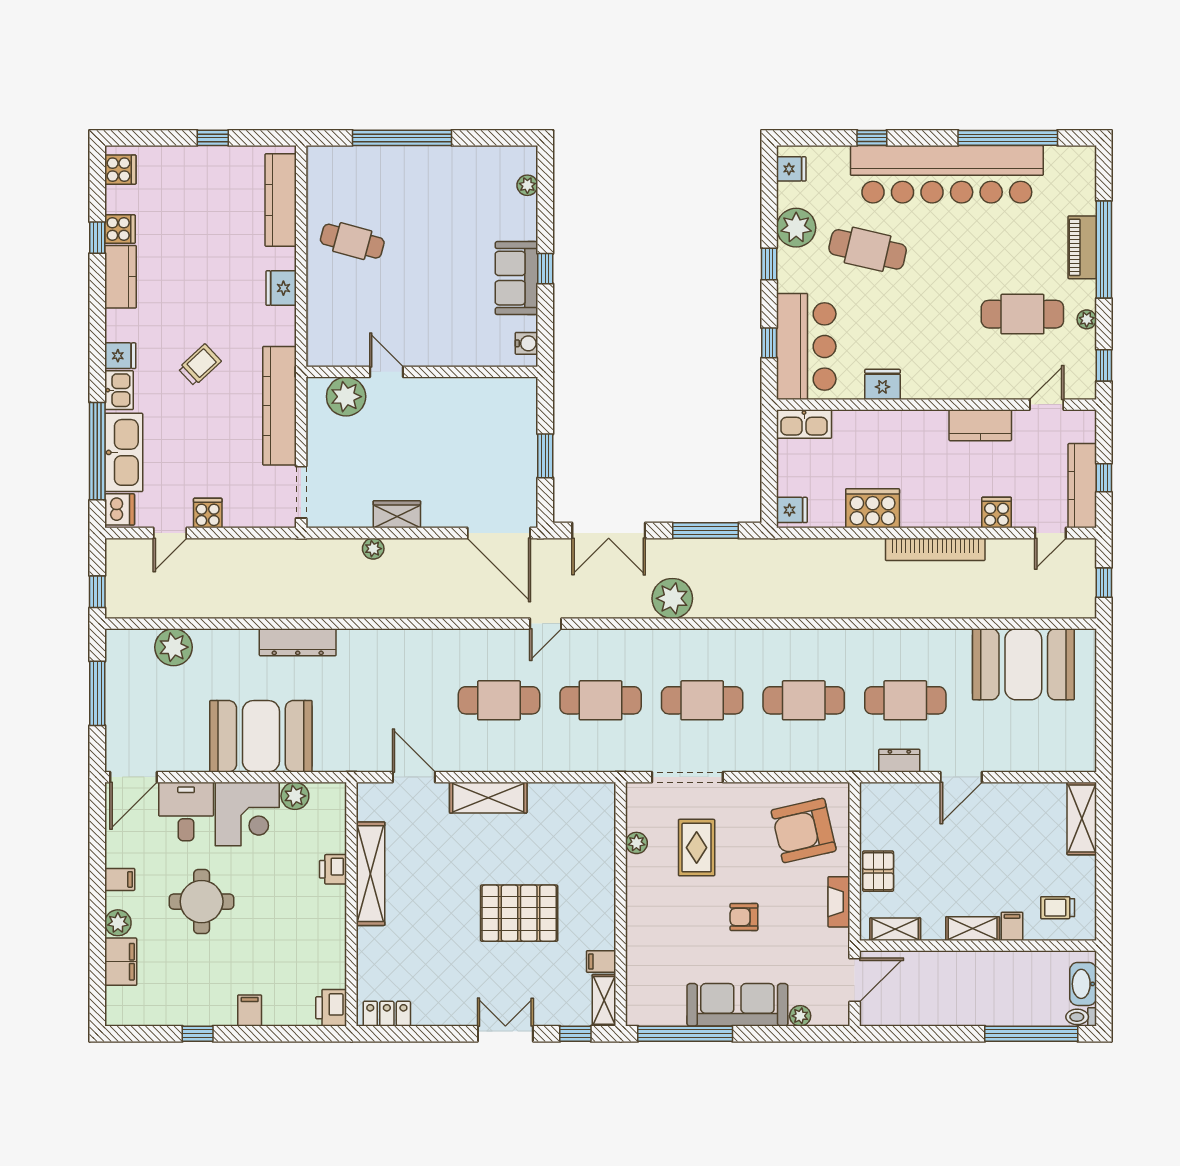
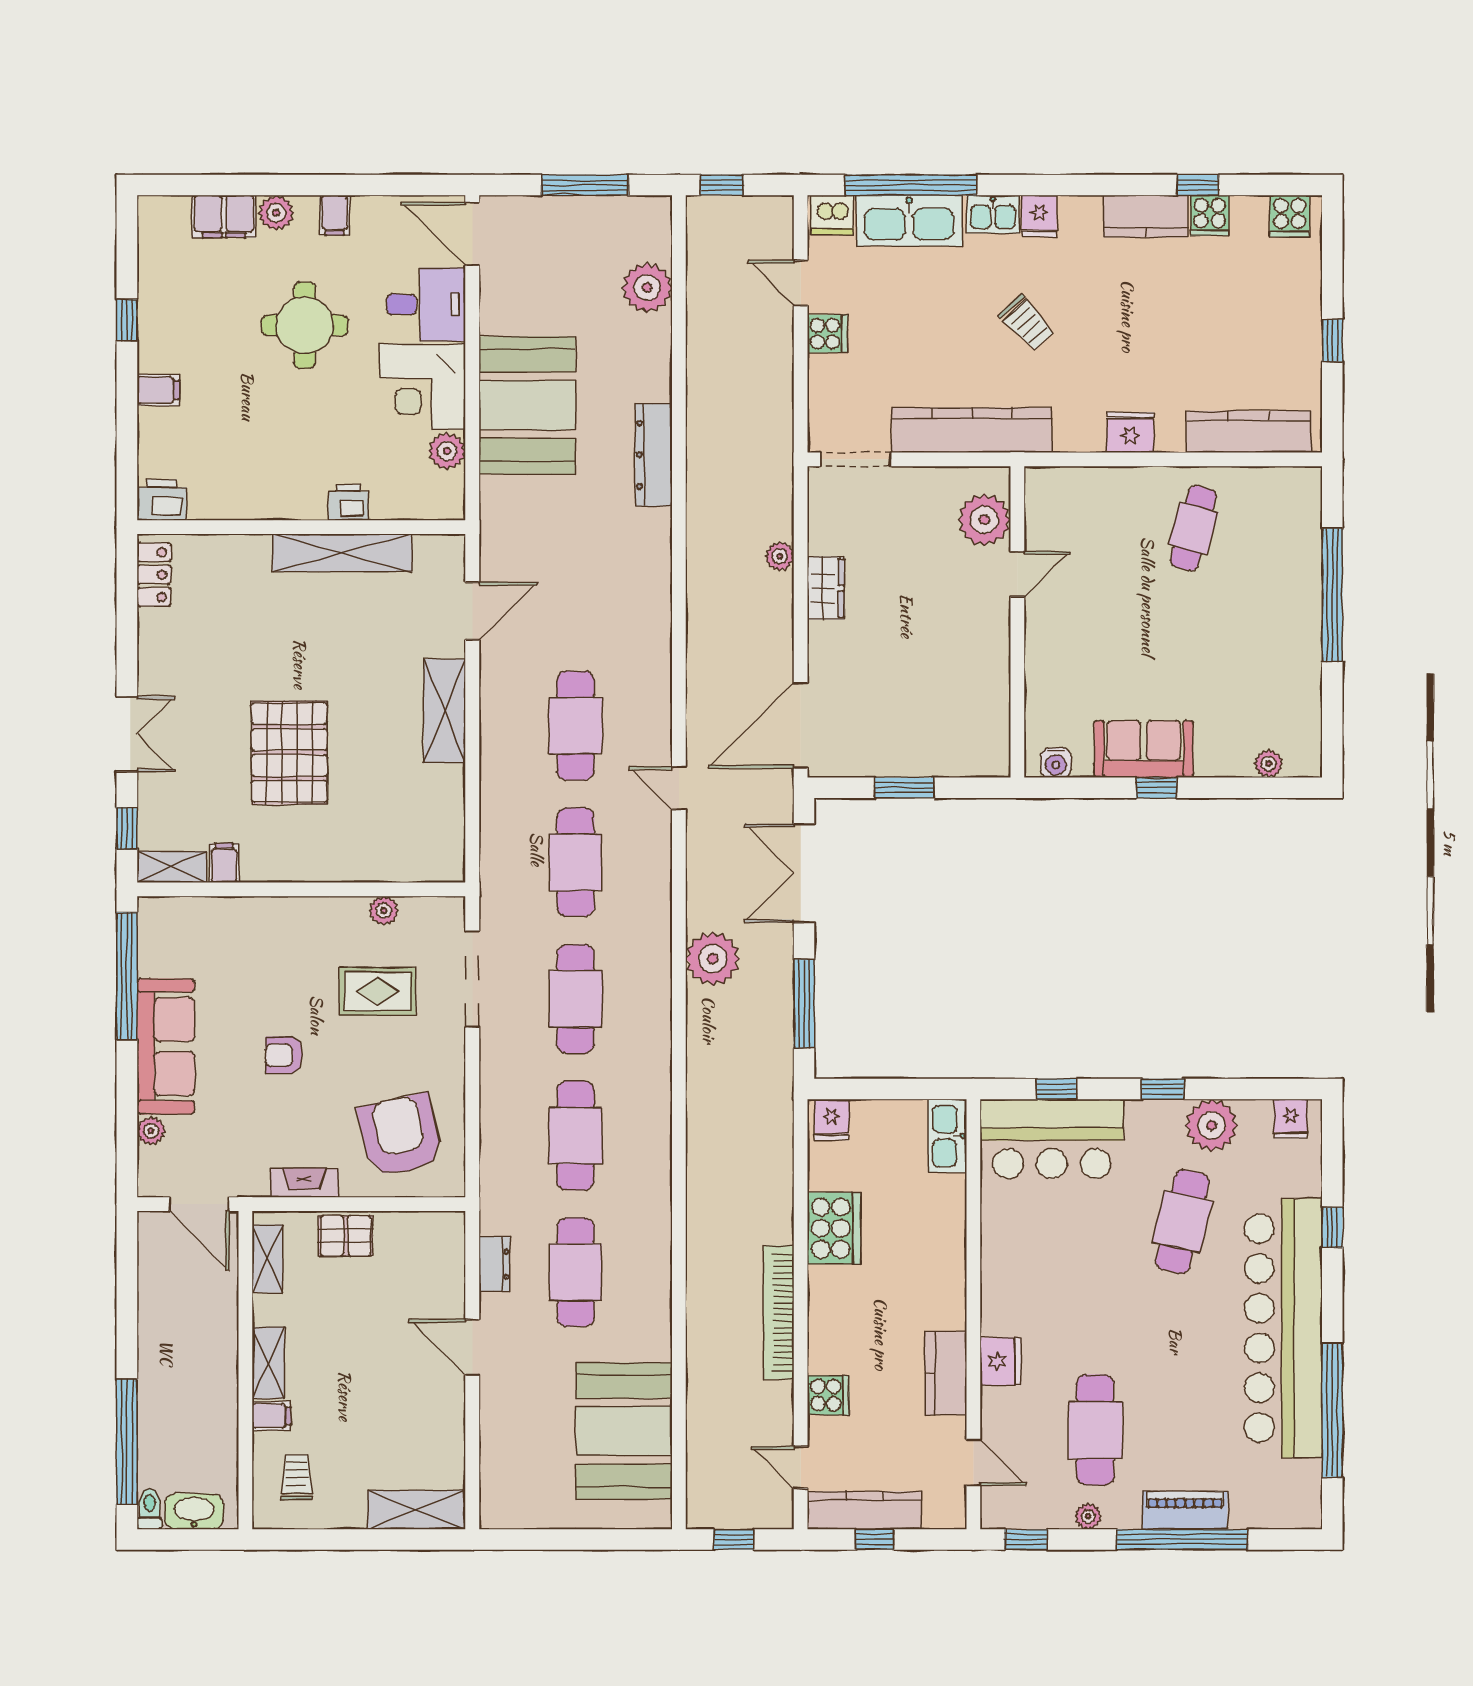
fridge: (882, 384) -> (1001, 1361), moved
armchair: (744, 917) -> (284, 1055), turned -90

